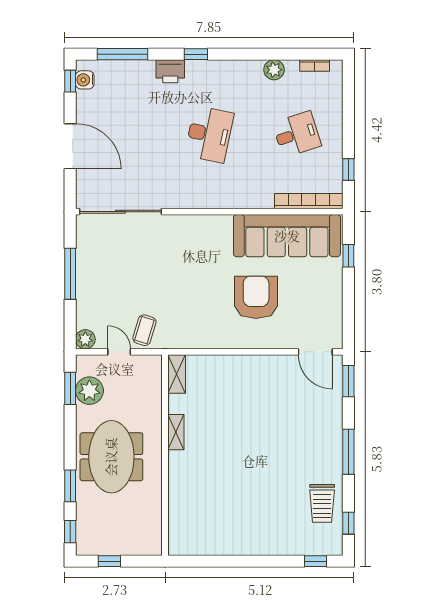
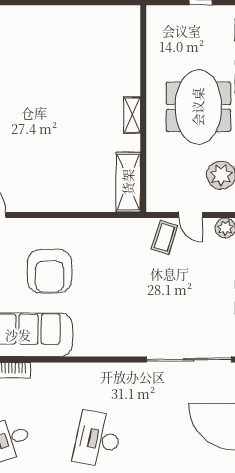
shelving: (177, 374) -> (128, 182), width x1.50, depth x1.33
shelving: (176, 432) -> (132, 115), moved

